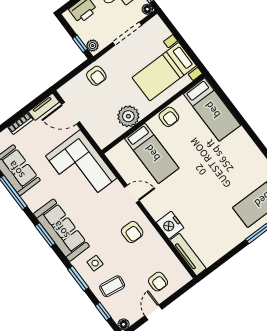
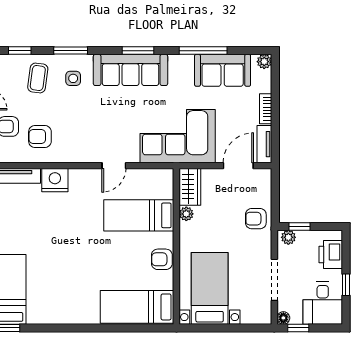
plant: (128, 116) -> (186, 214), width x0.53, depth x0.53
wardrobe: (108, 134) -> (190, 187), added
armchair: (132, 232) -> (40, 137), moved

